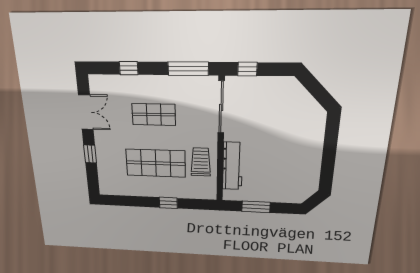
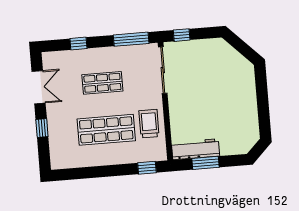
workbench: (233, 166) -> (196, 149), moved, turned -90
window: (168, 203) -> (147, 168), moved

